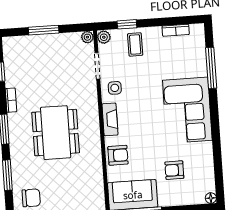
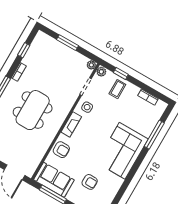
armchair: (174, 170) -> (90, 182), turned 180

